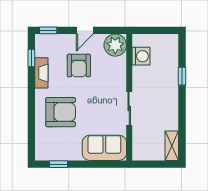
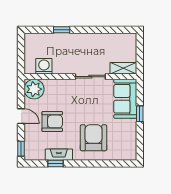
window: (31, 58) -> (56, 164), moved
shelving: (172, 146) -> (123, 68), moved
window: (58, 164) -> (140, 114), moved

